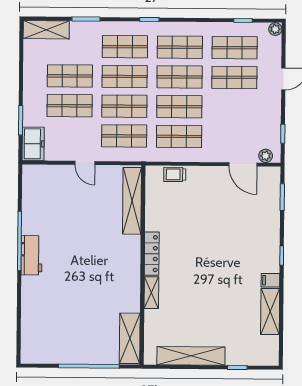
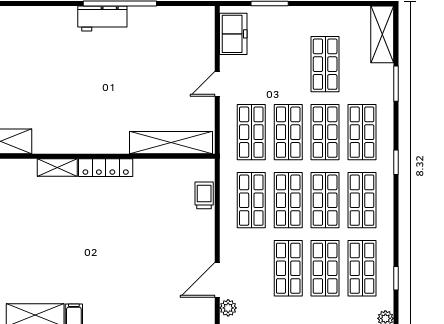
shop shelf: (70, 106) -> (288, 268), moved
freezer: (33, 144) -> (233, 34), moved, turned -90

